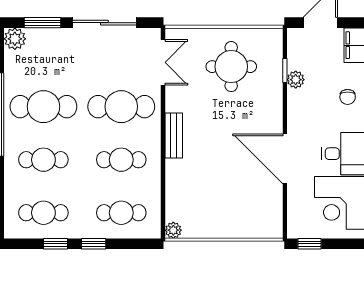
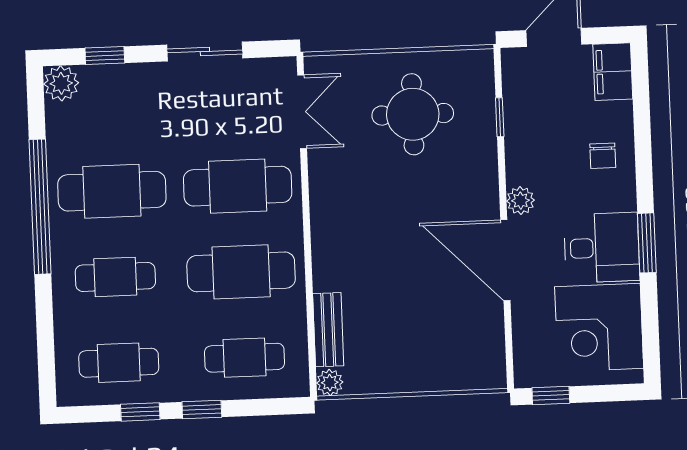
window: (42, 23) -> (105, 55), width x0.67
sliding door: (104, 23) -> (205, 51), width x0.73
plant: (296, 80) -> (520, 201), moved
bench: (174, 135) -> (328, 330), moved
cafe table: (121, 160) -> (241, 272), width x1.37, depth x1.35

